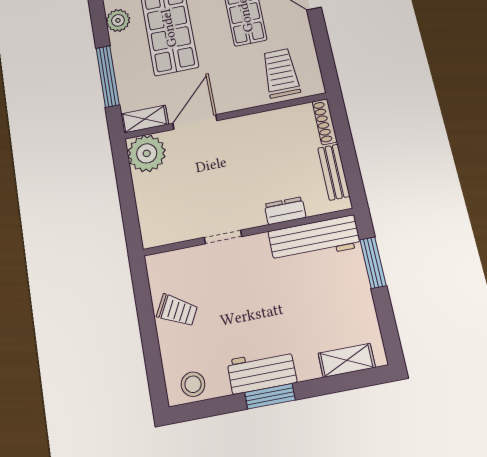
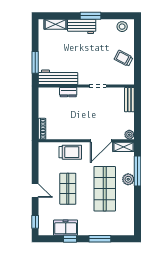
plant: (118, 20) -> (128, 179), moved
trolley: (281, 73) -> (70, 152), moved, turned -90
plant: (147, 153) -> (129, 135), width x0.53, depth x0.53
bench: (334, 172) -> (129, 100), moved
workbench: (262, 371) -> (82, 26), moved

